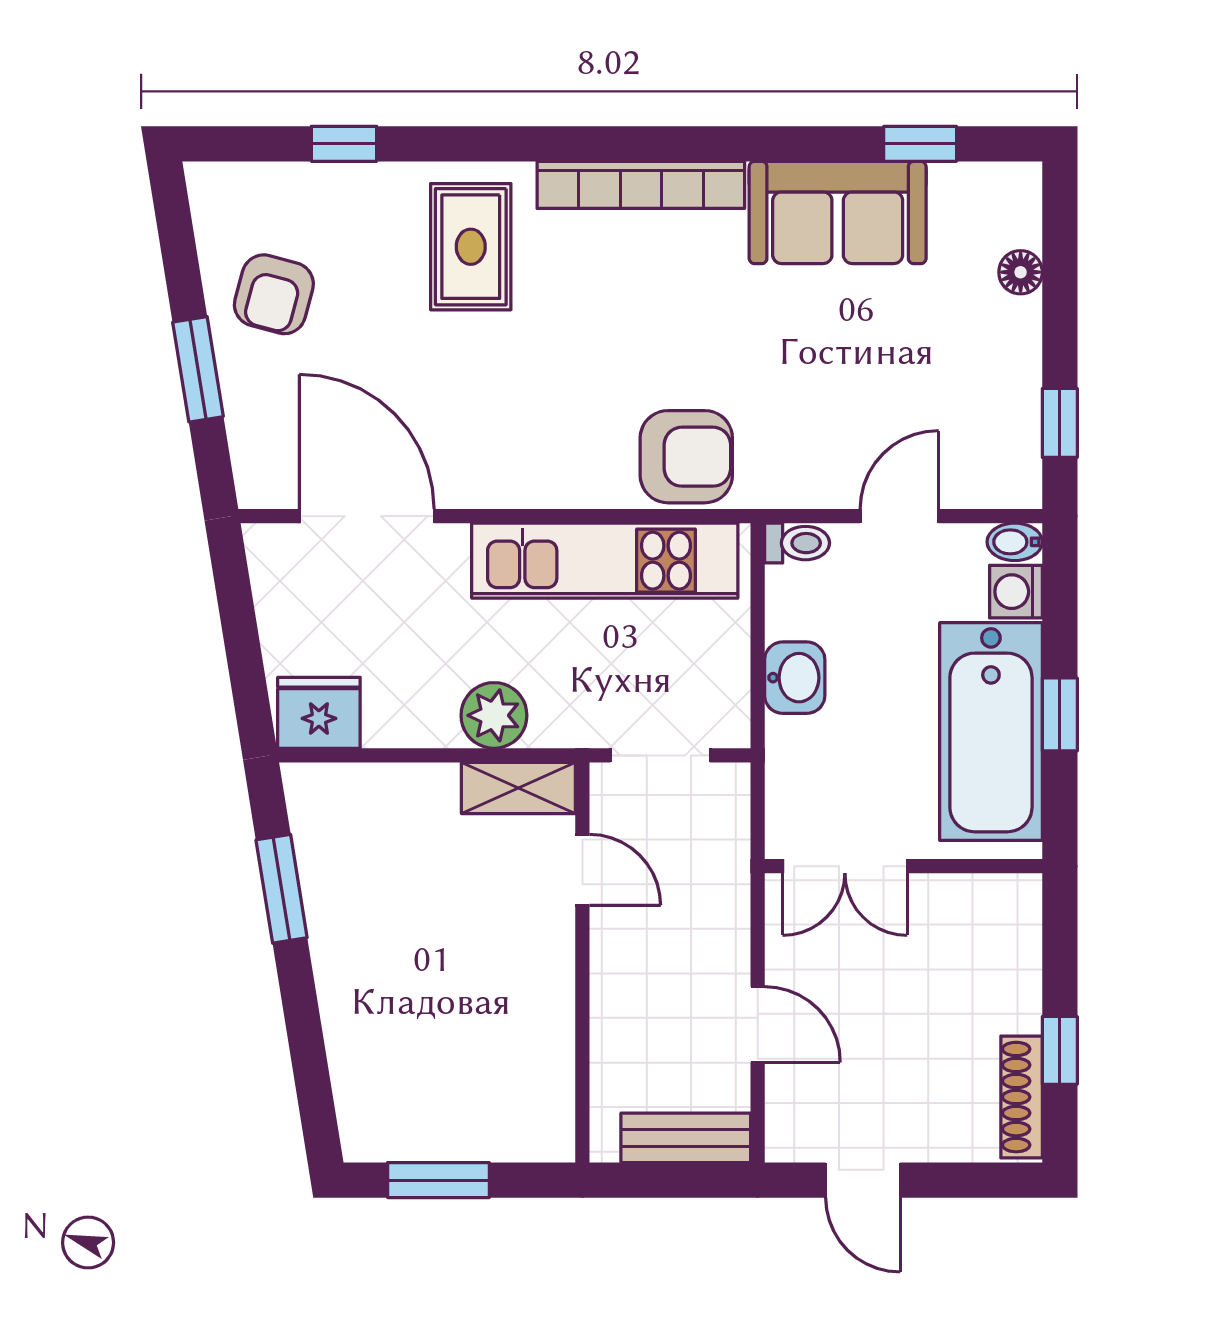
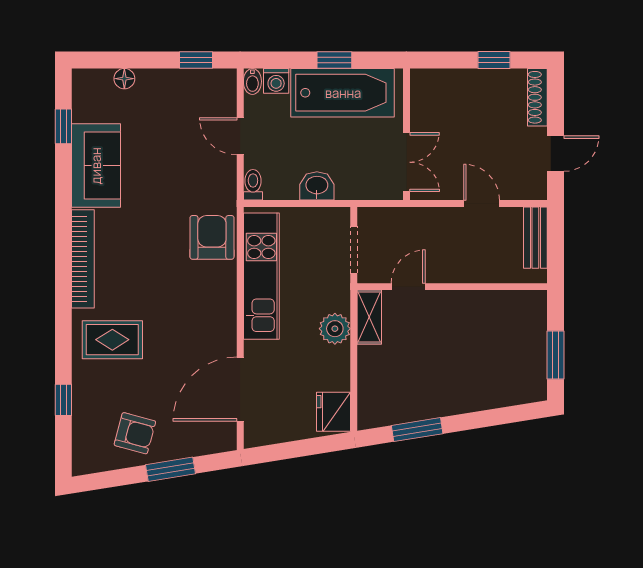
door: (758, 1024) -> (482, 204), hinge flipped
shoe rack: (1022, 1097) -> (537, 97), moved, turned 90

